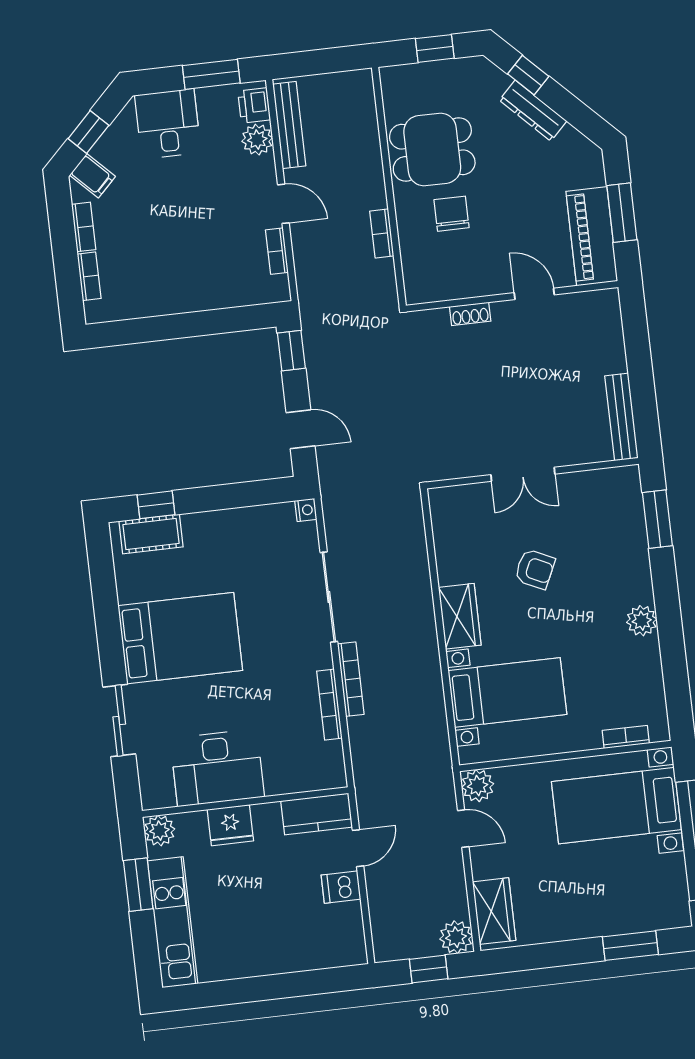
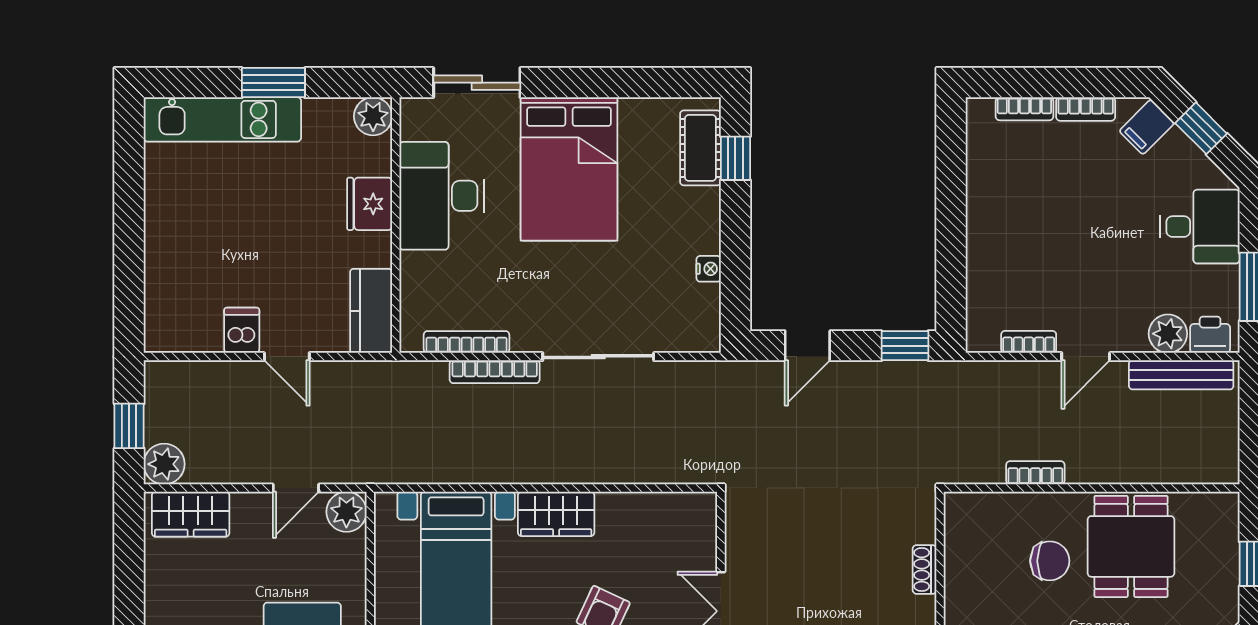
nightstand: (306, 510) -> (709, 269), moved, turned -90
desk: (217, 768) -> (442, 196), moved
wall: (245, 802) -> (396, 225), moved
kitchen counter: (317, 814) -> (371, 311), moved
fridge: (230, 825) -> (370, 204), moved
plant: (159, 831) -> (373, 116), moved

